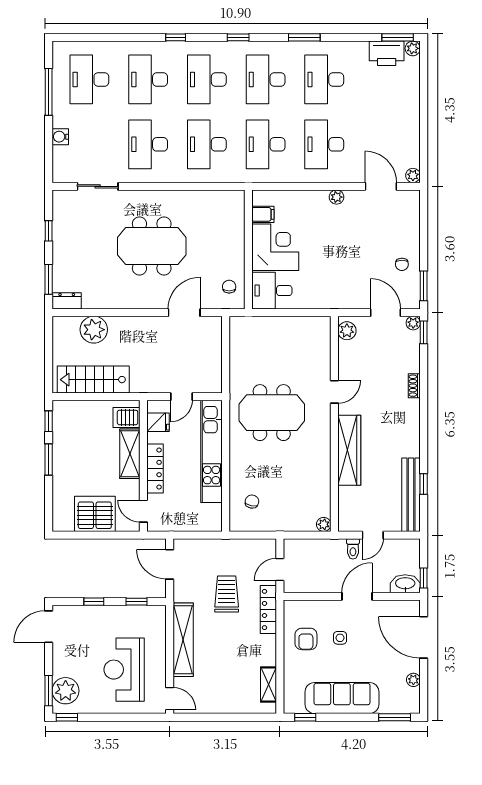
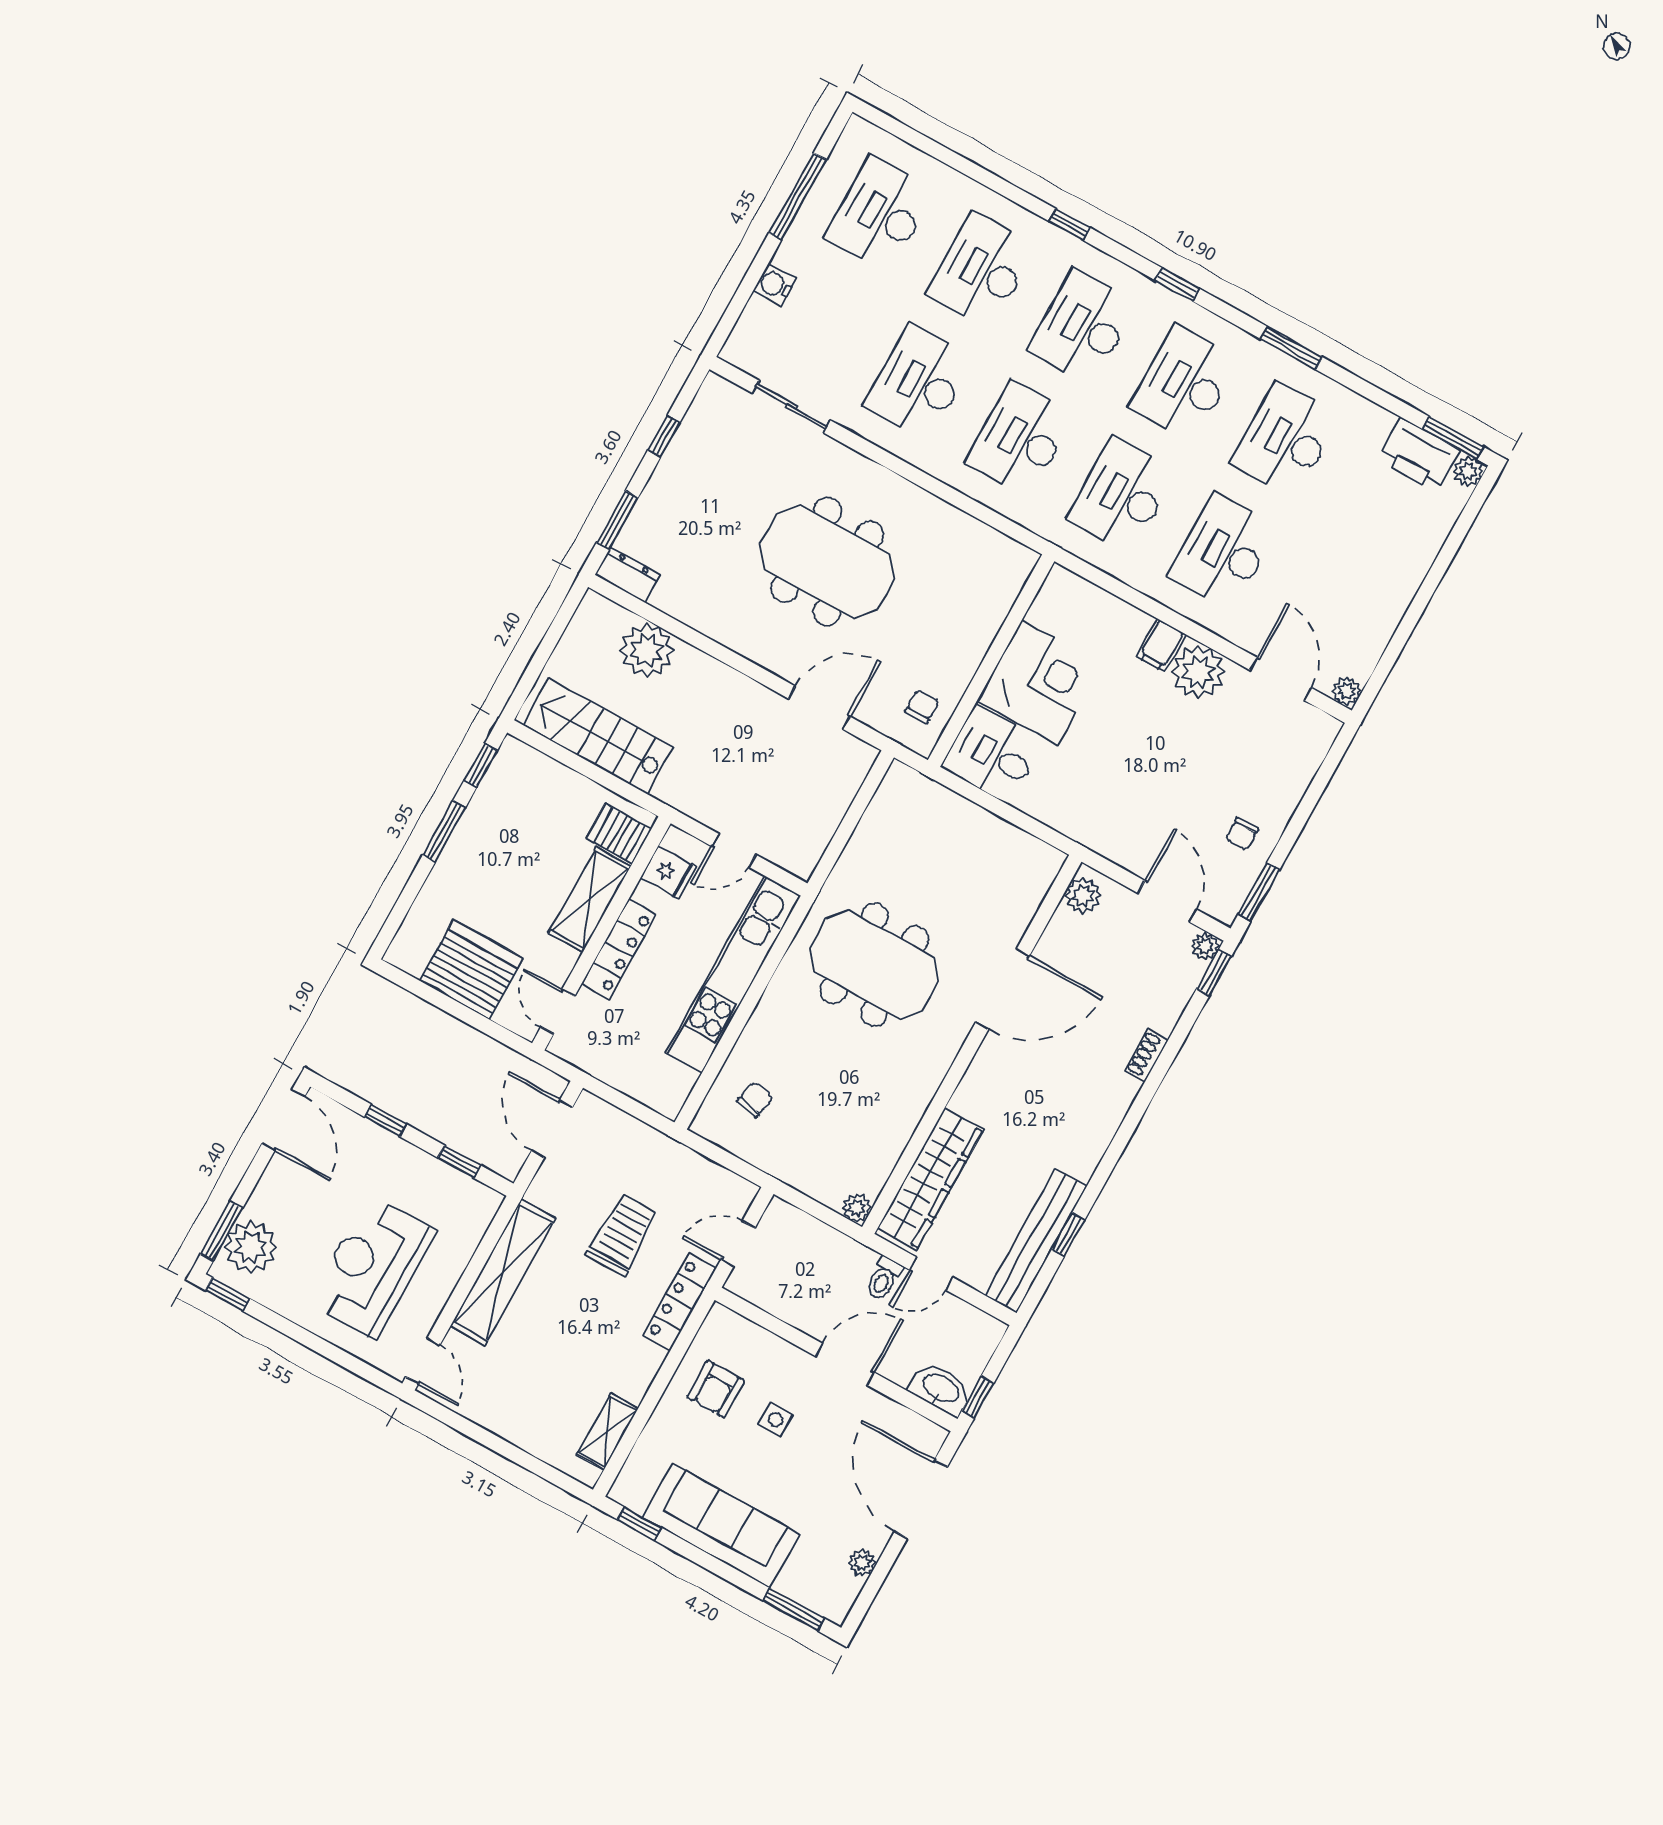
plant: (337, 197) -> (1198, 672), width x1.88, depth x1.88
filing cabinet: (263, 214) -> (1161, 645), moved, turned 90
door: (334, 392) -> (1002, 989), width x1.87
wardrobe: (349, 450) -> (930, 1179), moved
door: (49, 627) -> (283, 1120), swing flipped

